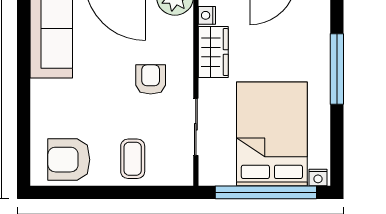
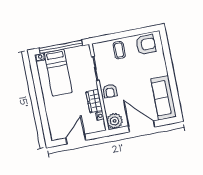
window: (337, 69) -> (41, 104), removed
armchair: (151, 79) -> (110, 91), moved
bed: (272, 134) -> (58, 73), width x0.67

